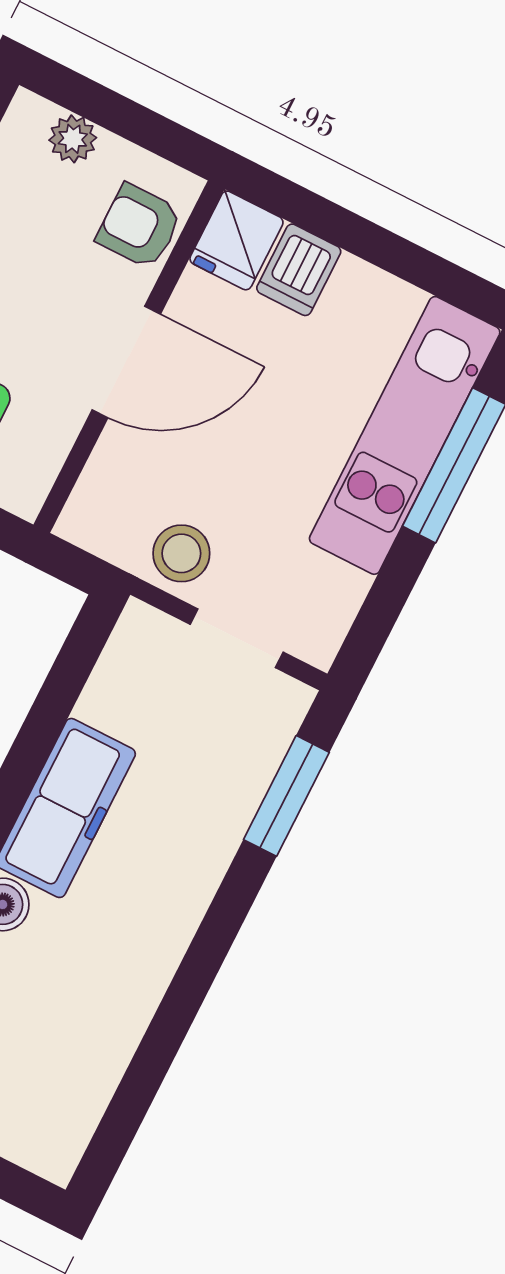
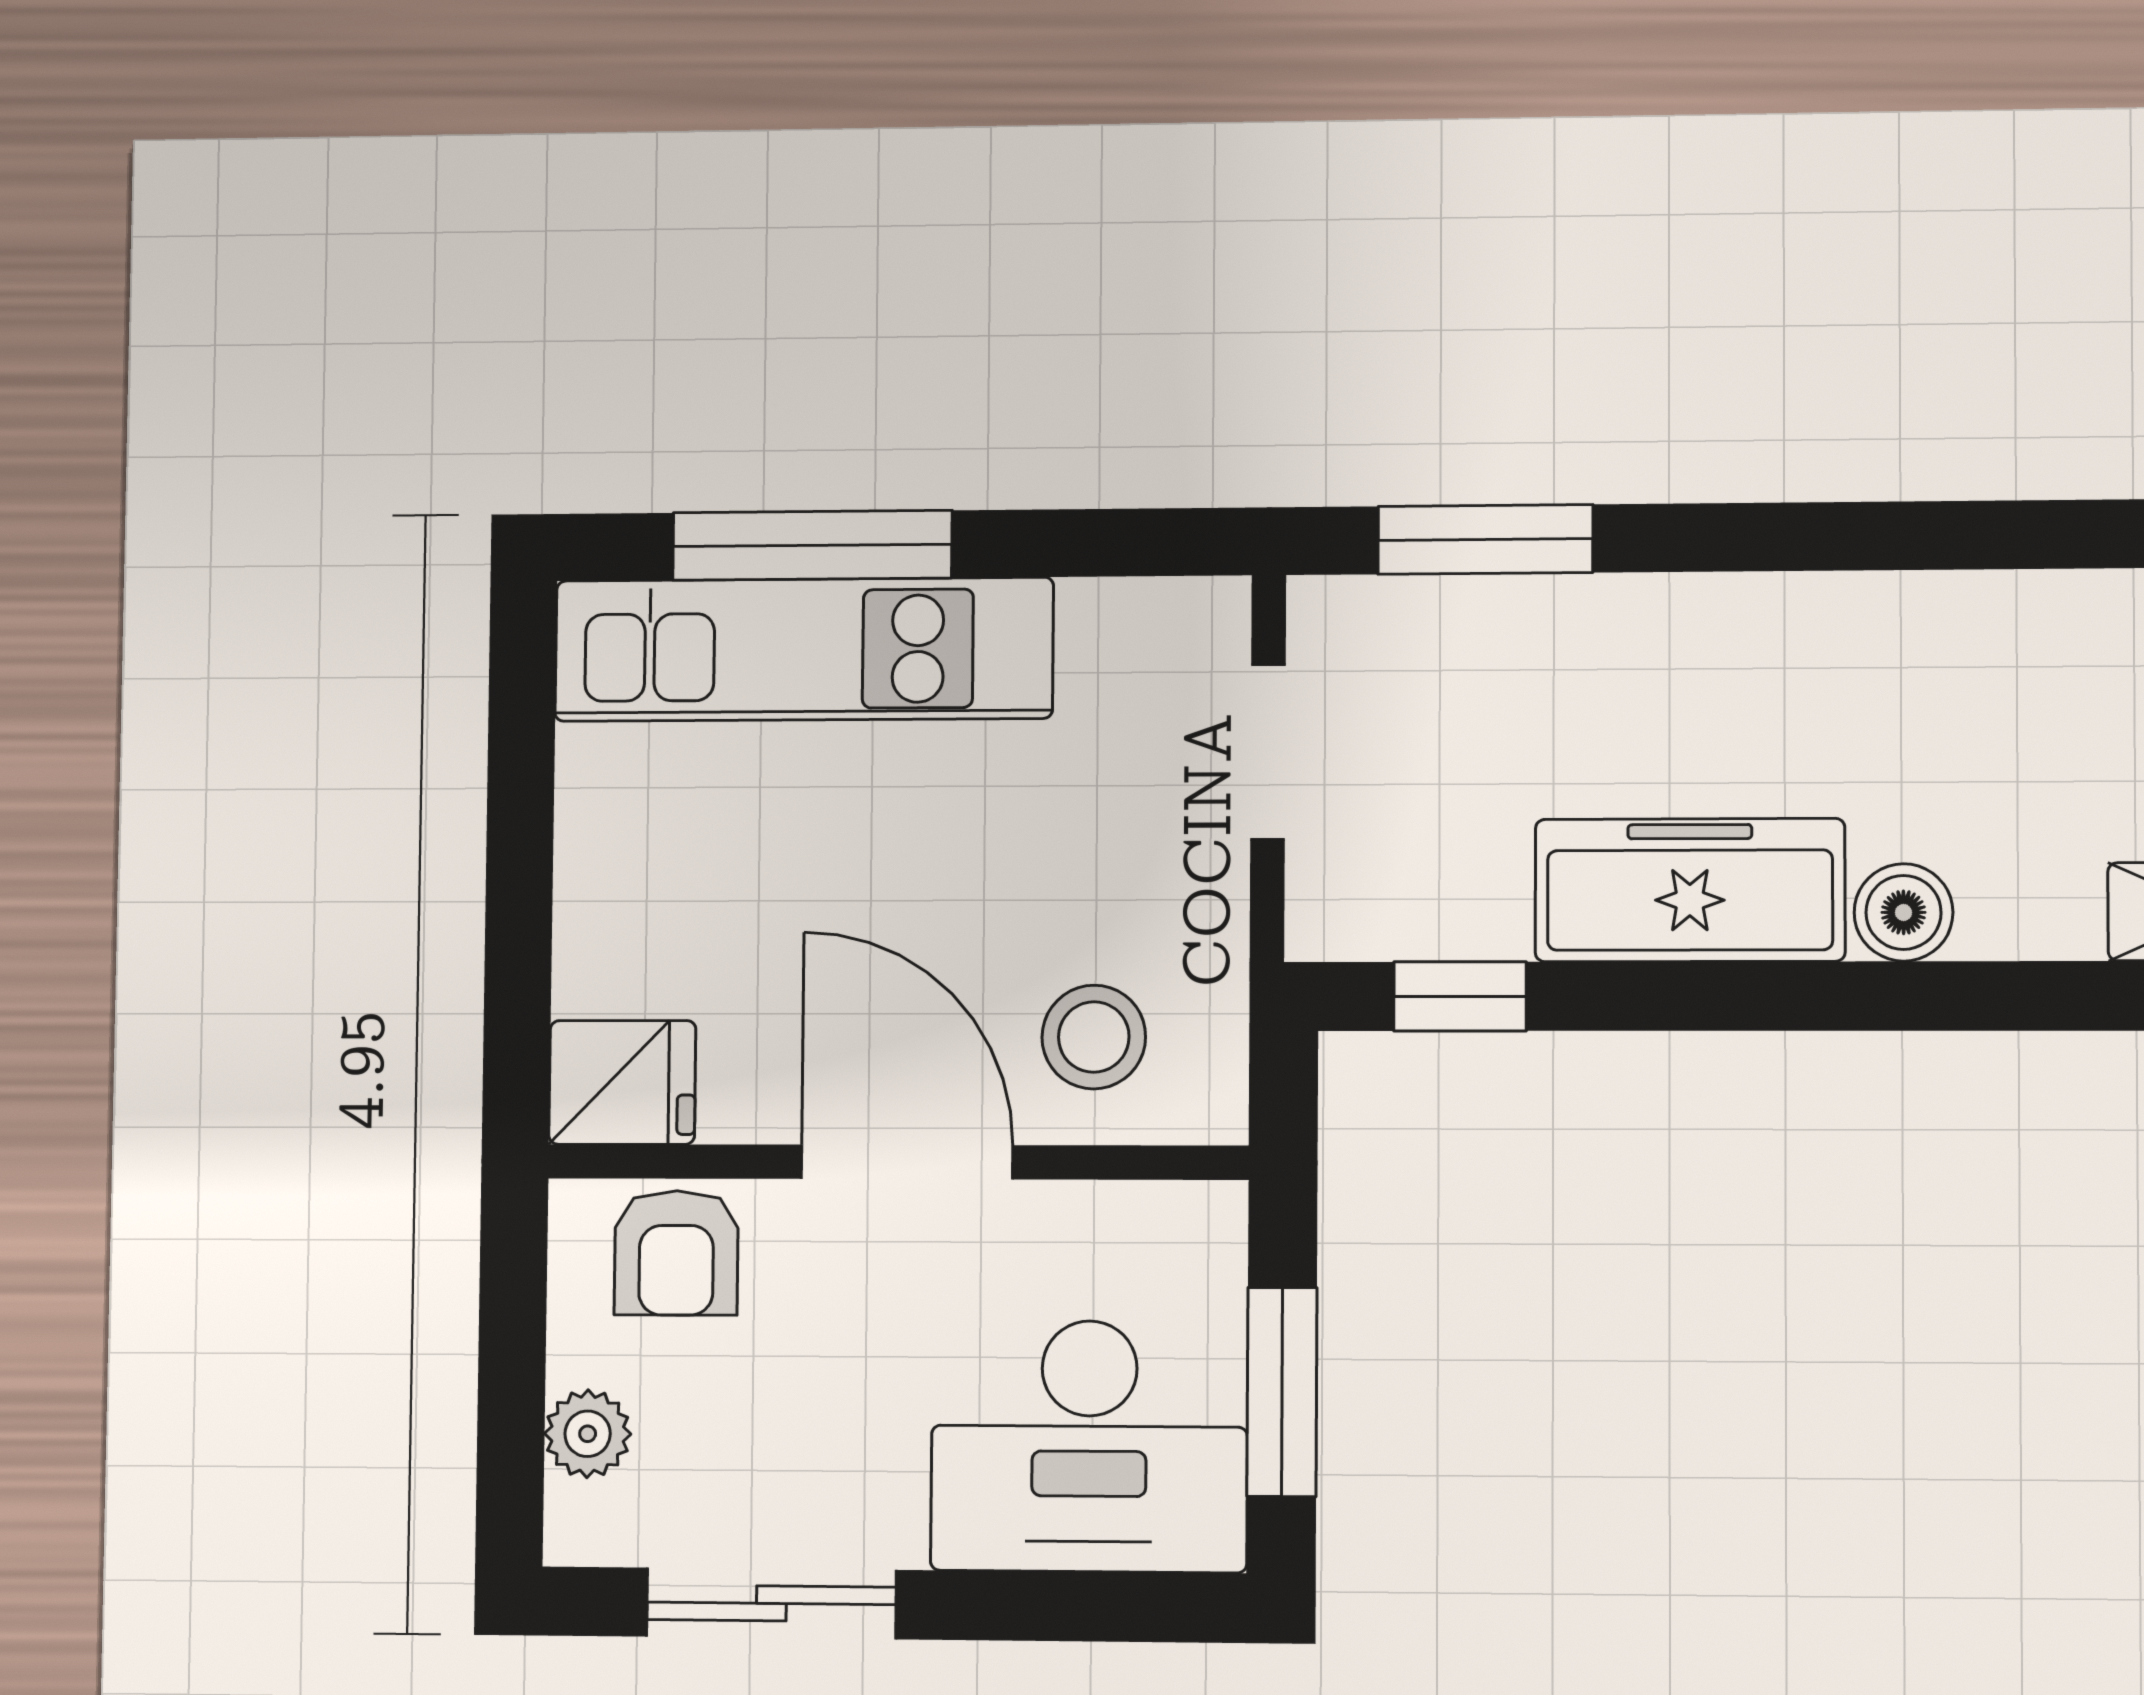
dishwasher: (299, 270) -> (620, 957), removed
stool: (181, 553) -> (1094, 1037), moved
window: (70, 672) -> (1460, 996), added

